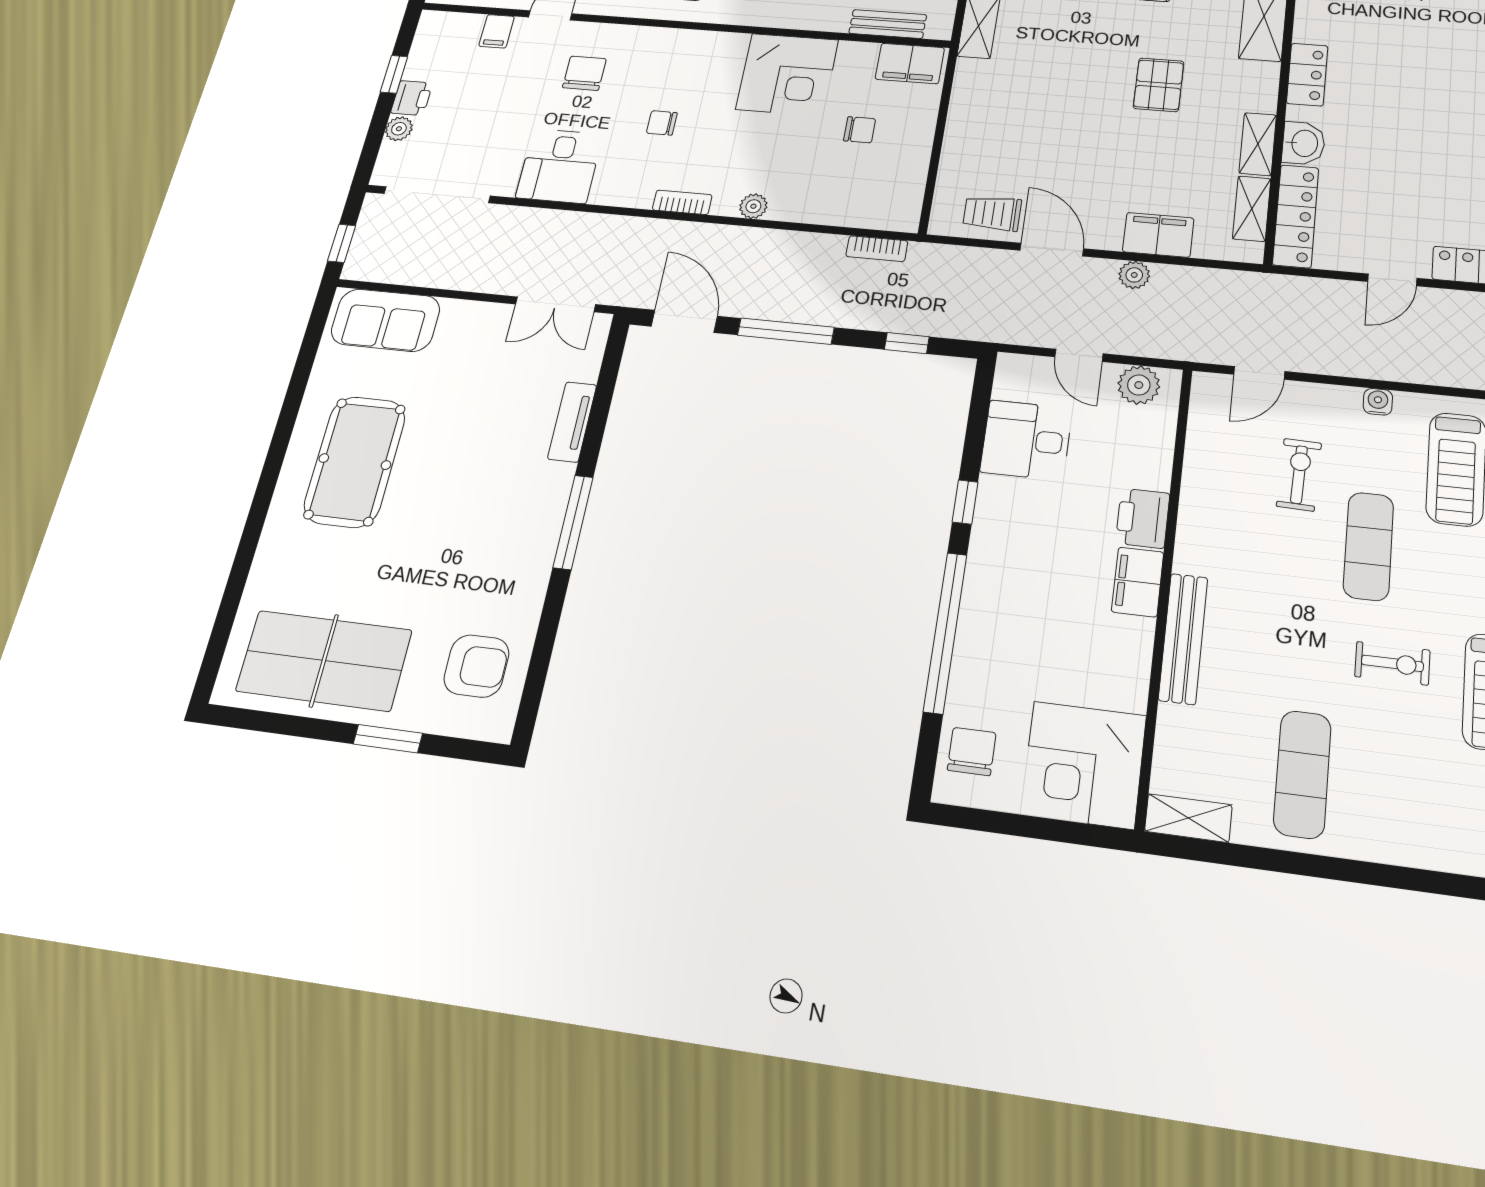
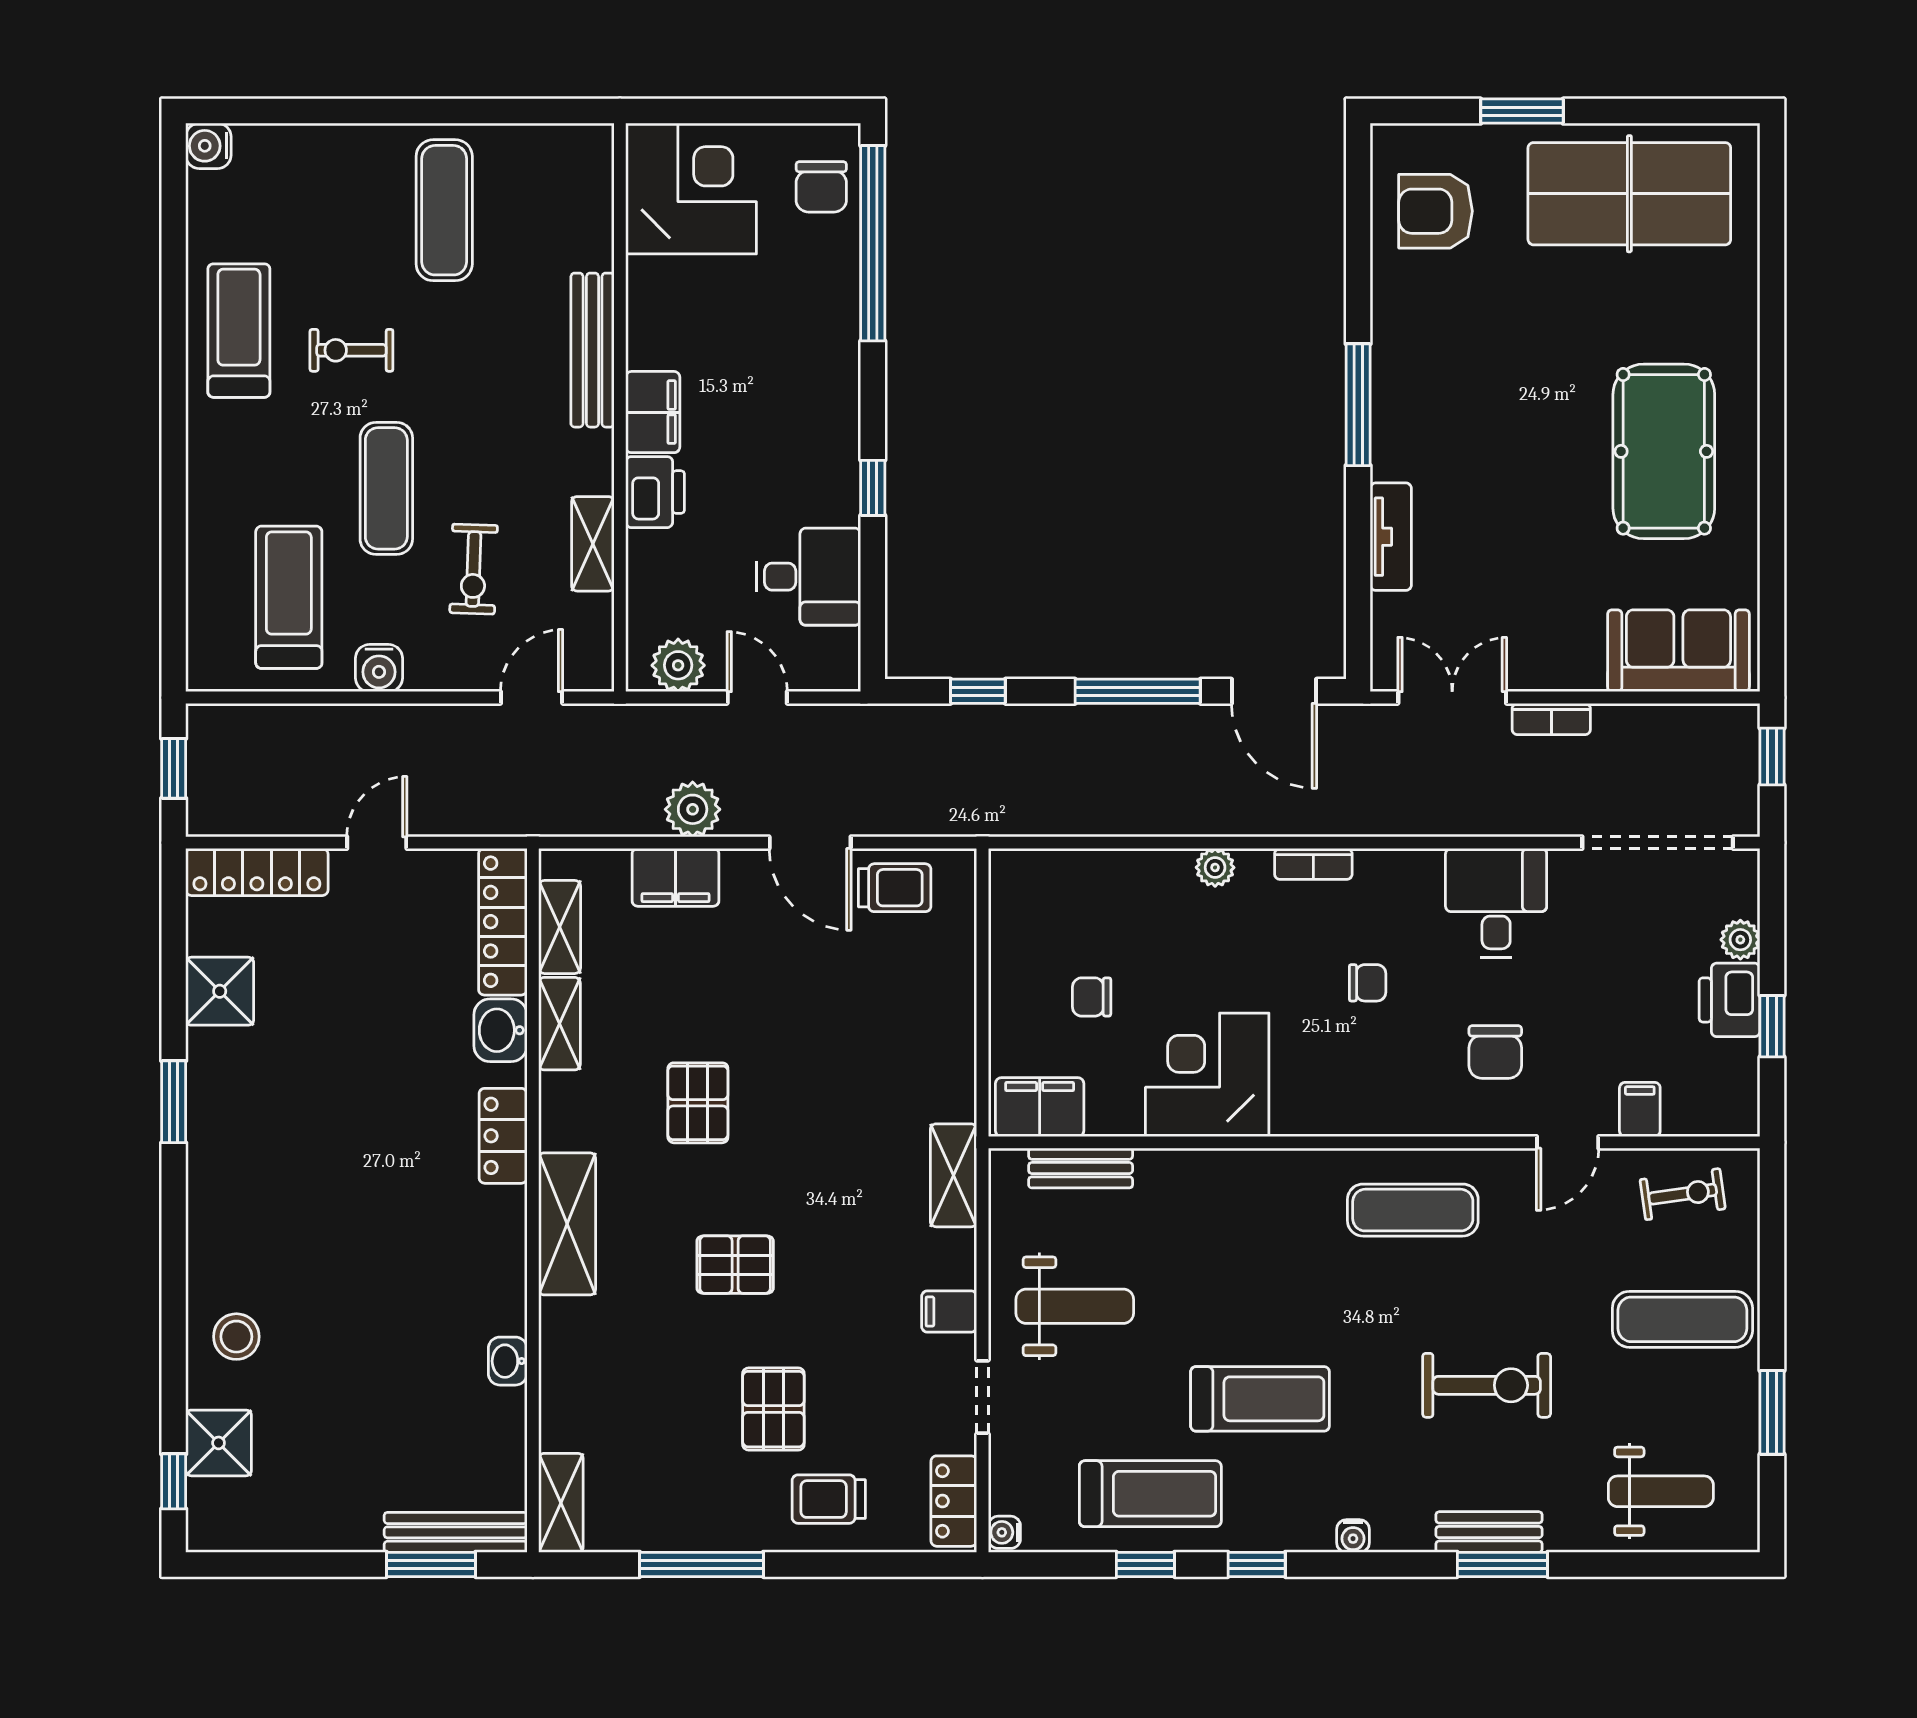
printer: (412, 98) -> (1730, 1000), width x1.36, depth x1.24
bookcase: (877, 249) -> (1551, 719), moved, turned 180
plant: (1134, 275) -> (693, 809), width x1.38, depth x1.38
water cooler: (1378, 402) -> (379, 668), width x1.38, depth x1.38
window: (945, 632) -> (873, 243), moved
shelving: (1188, 818) -> (593, 544), moved, turned 90

